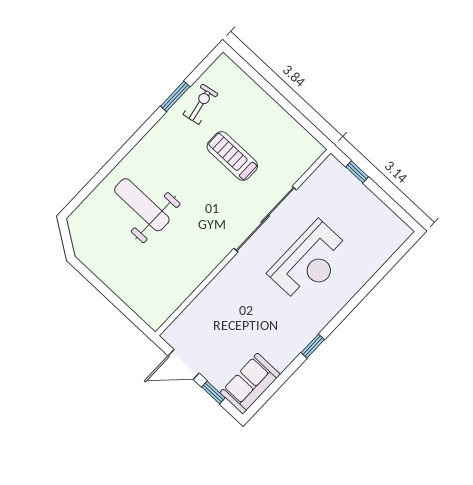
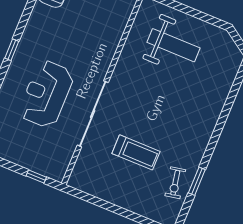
weight bench: (142, 205) -> (174, 45), moved
window: (313, 346) -> (12, 50), moved

